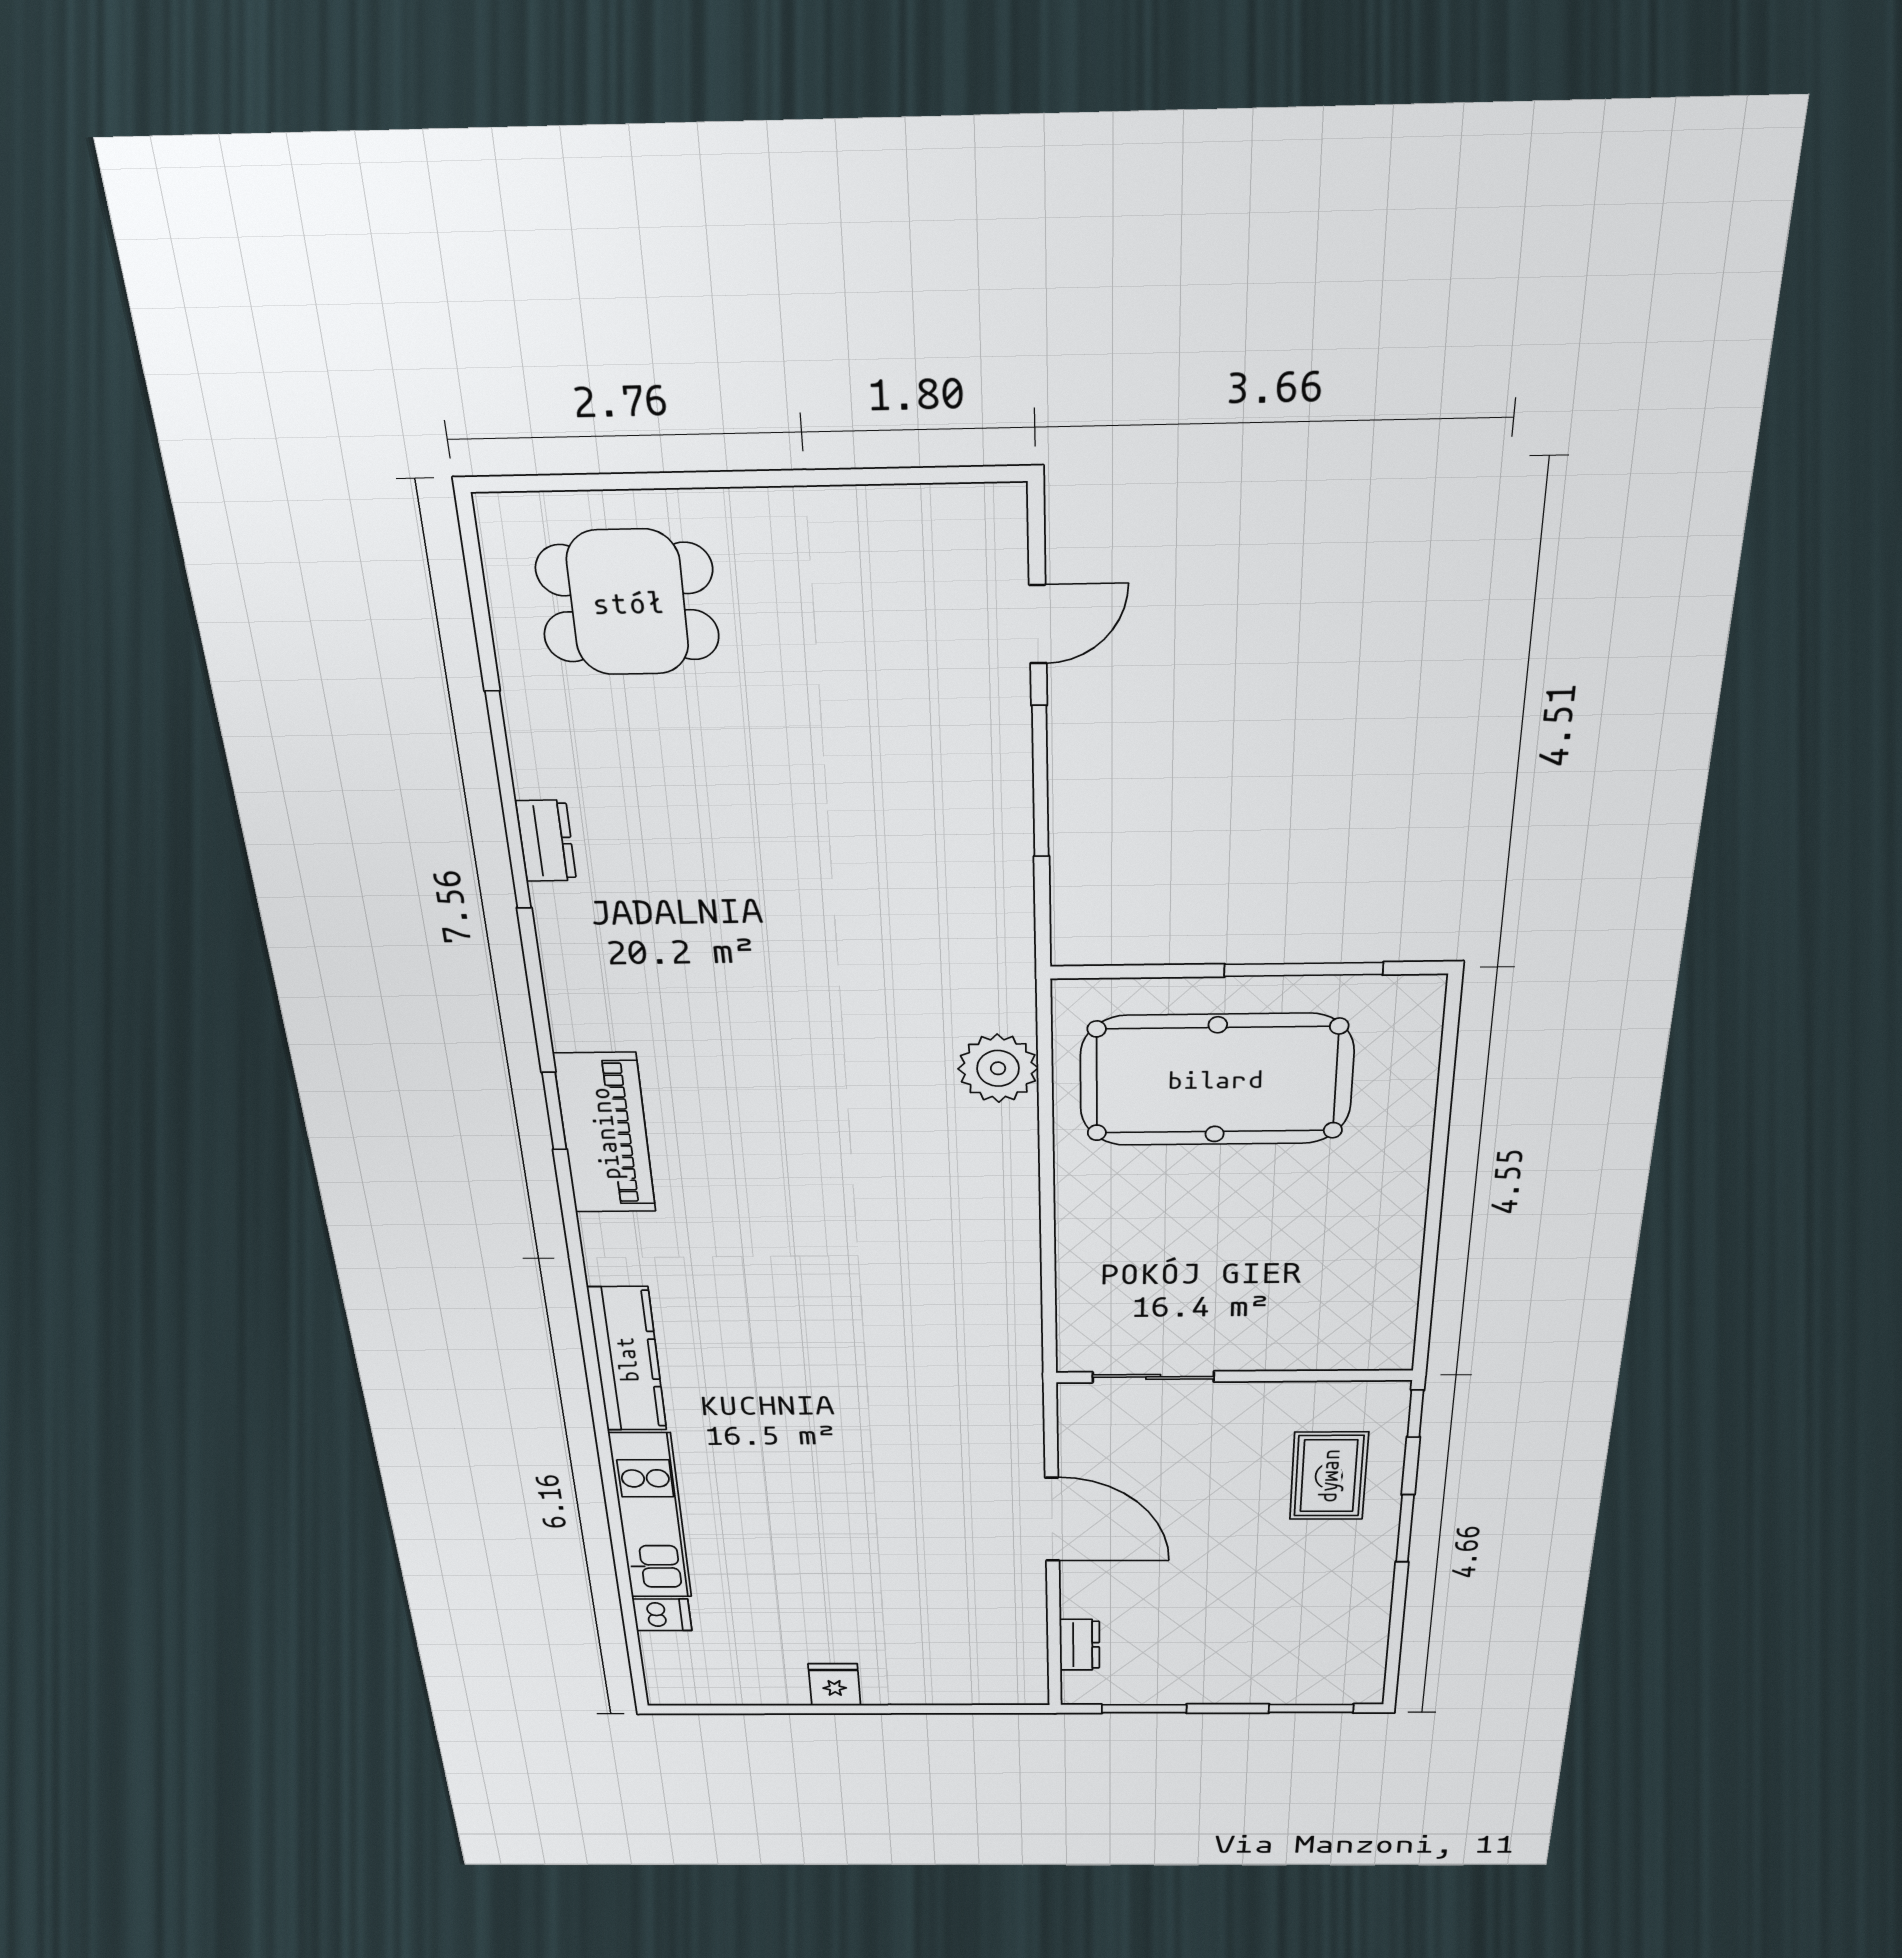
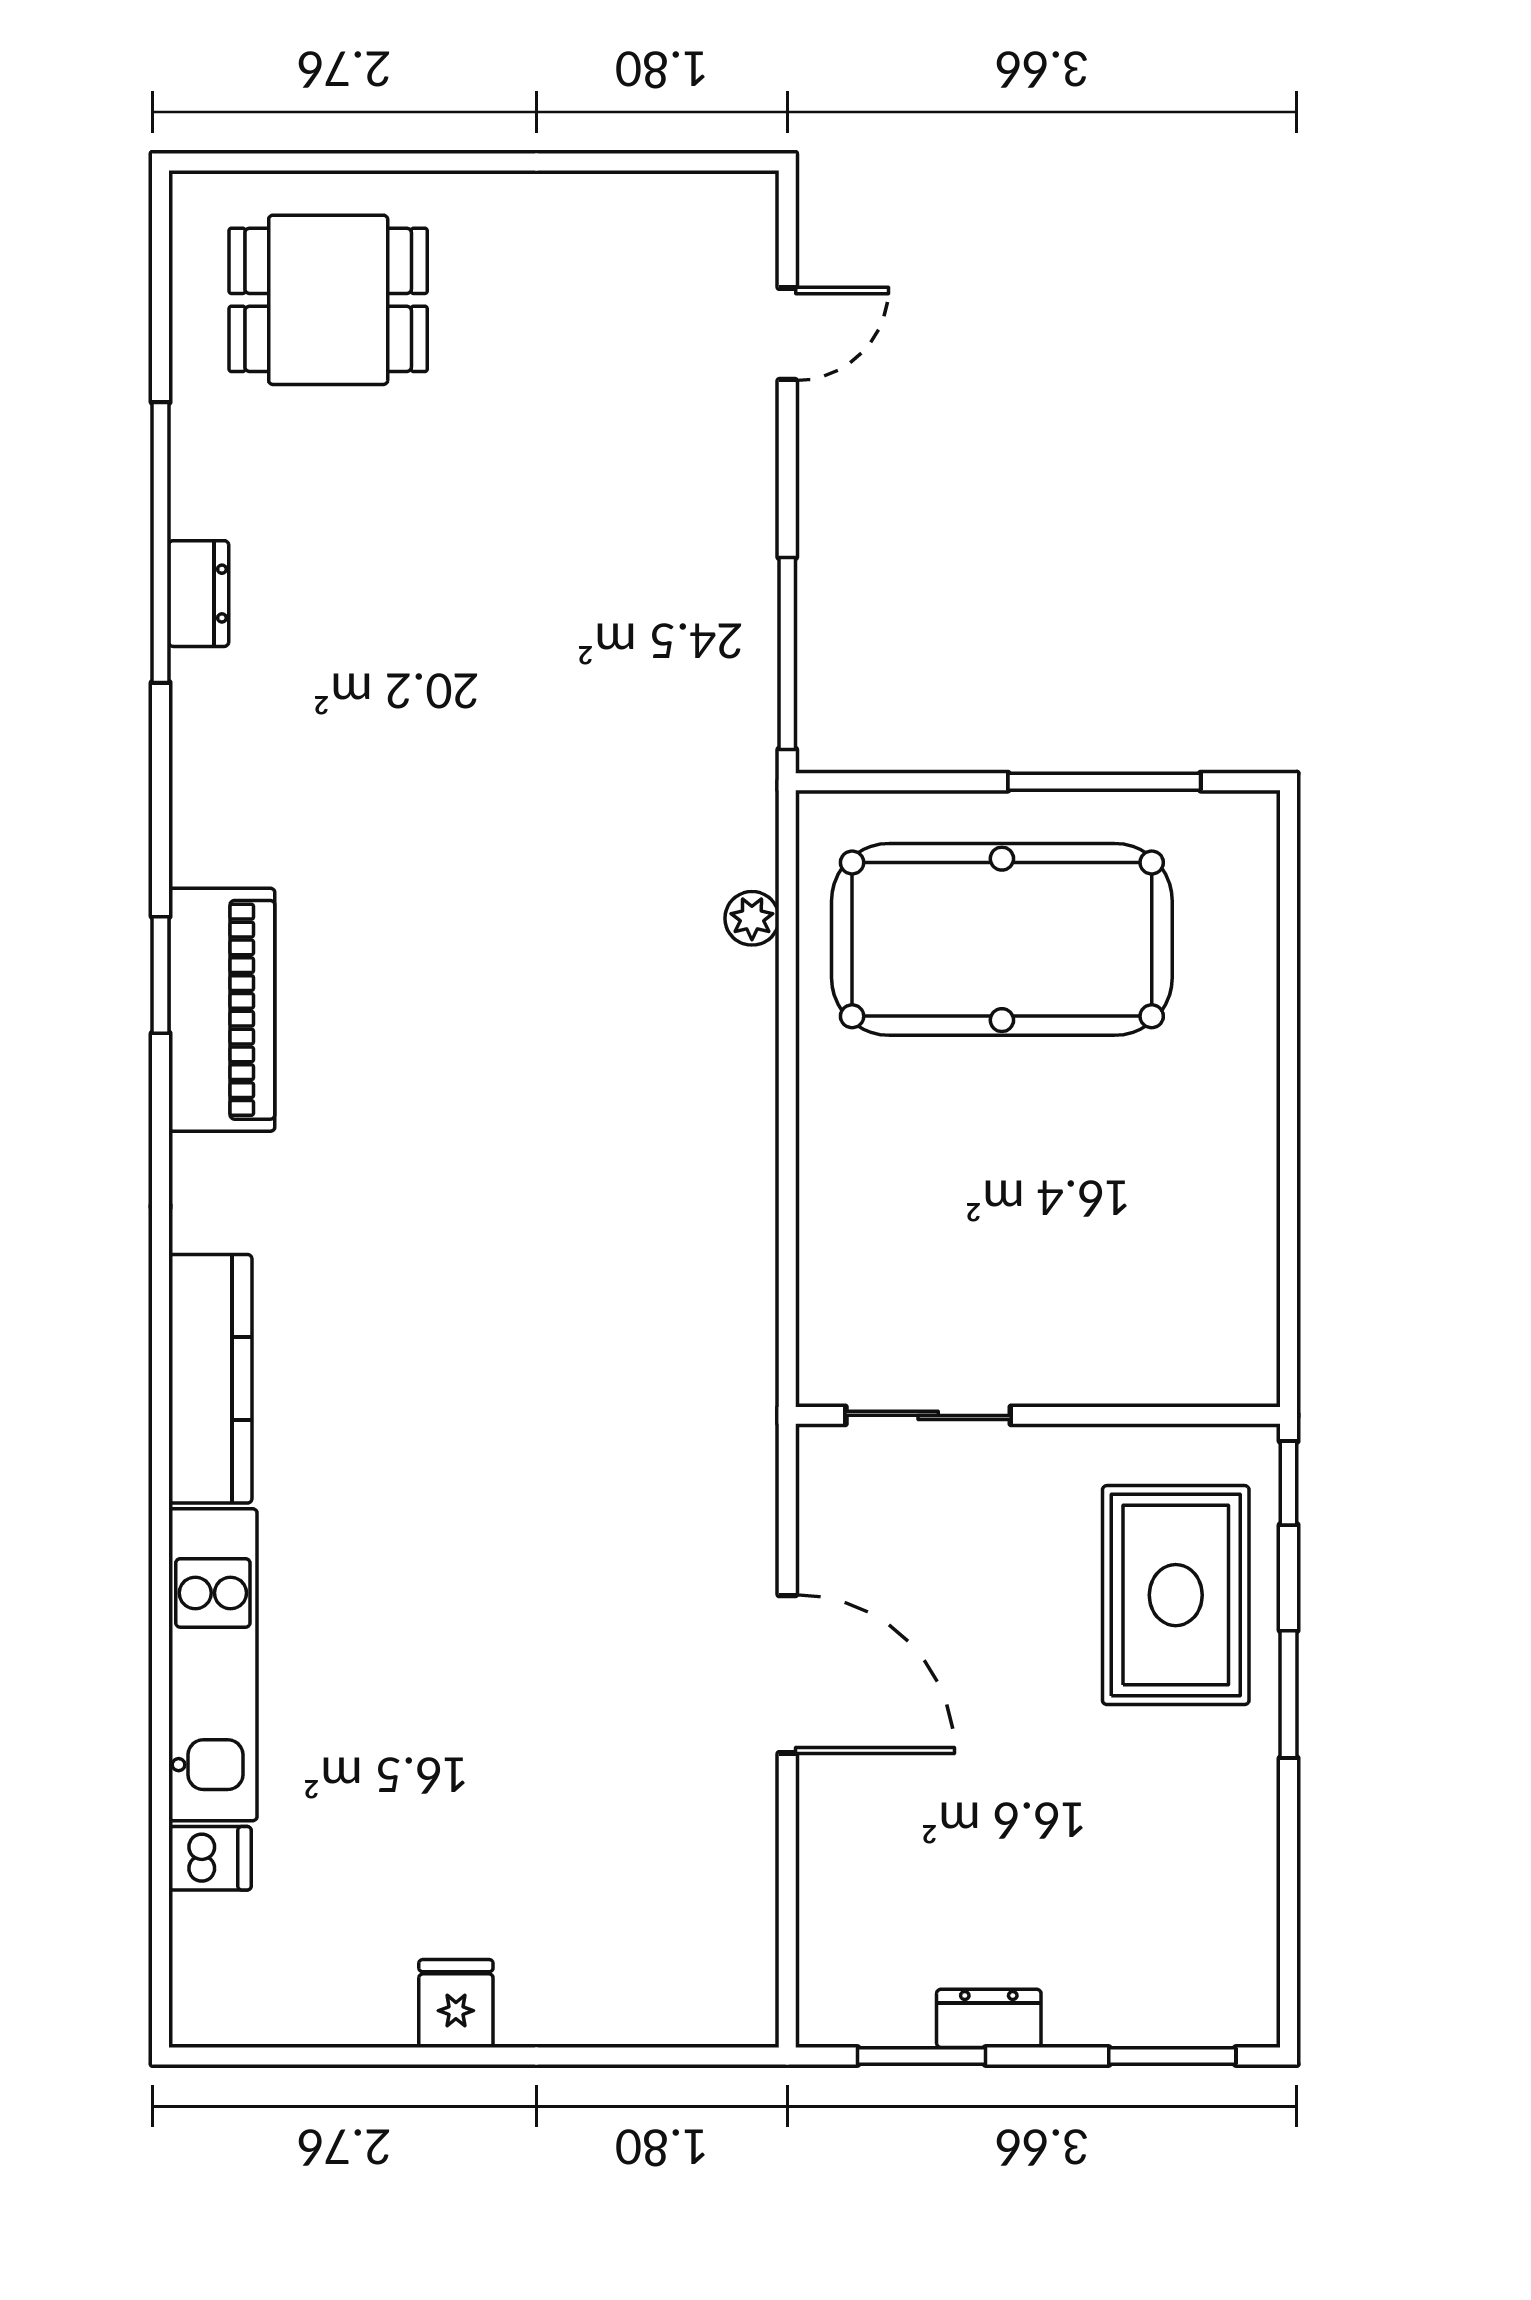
window: (1040, 782) -> (787, 653), moved
plant: (998, 1068) -> (752, 918), width x0.53, depth x0.53
rug: (1329, 1476) -> (1176, 1595), width x1.36, depth x1.43
dresser: (1080, 1645) -> (989, 2018), moved, turned -90

